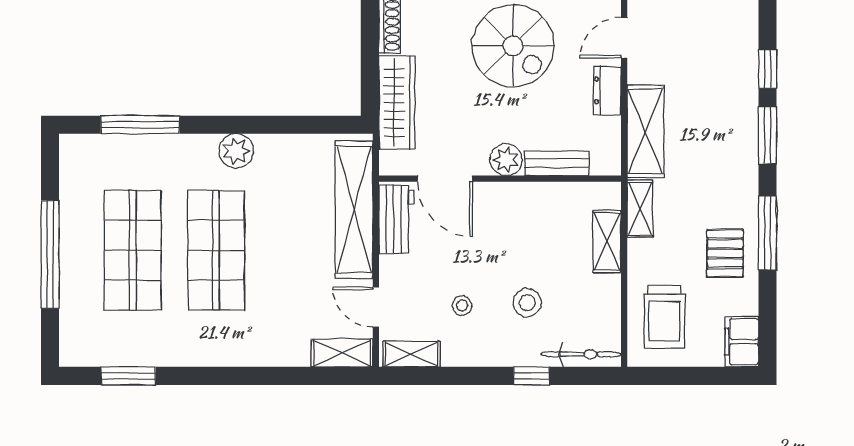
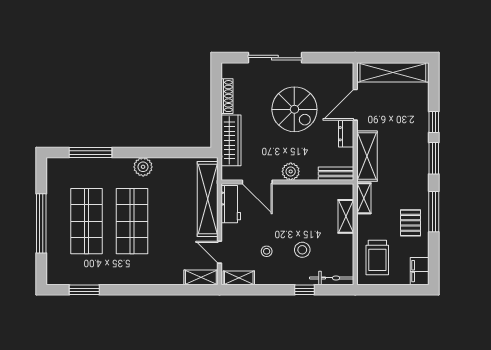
door: (624, 38) -> (355, 105), width x1.38
bench: (557, 163) -> (336, 174), moved

